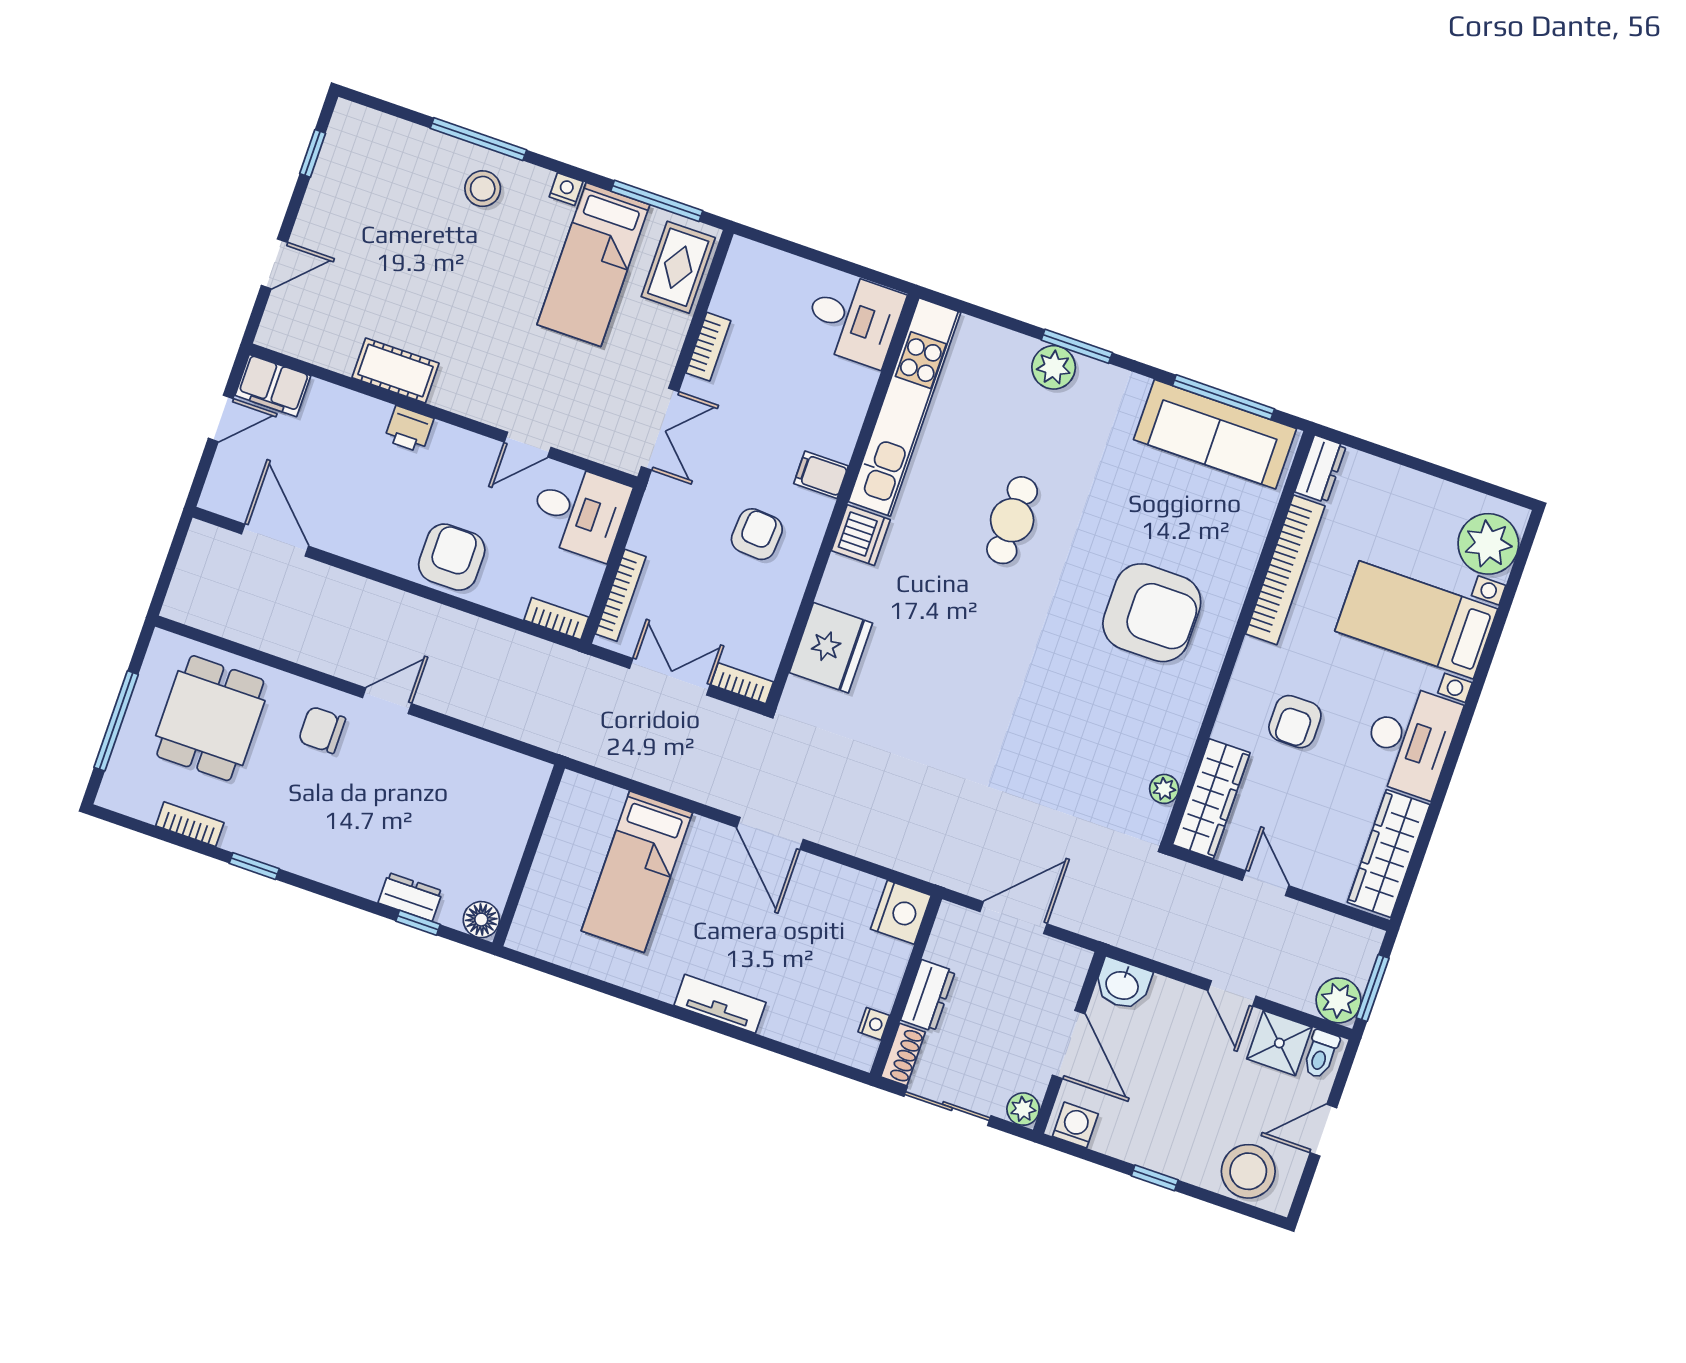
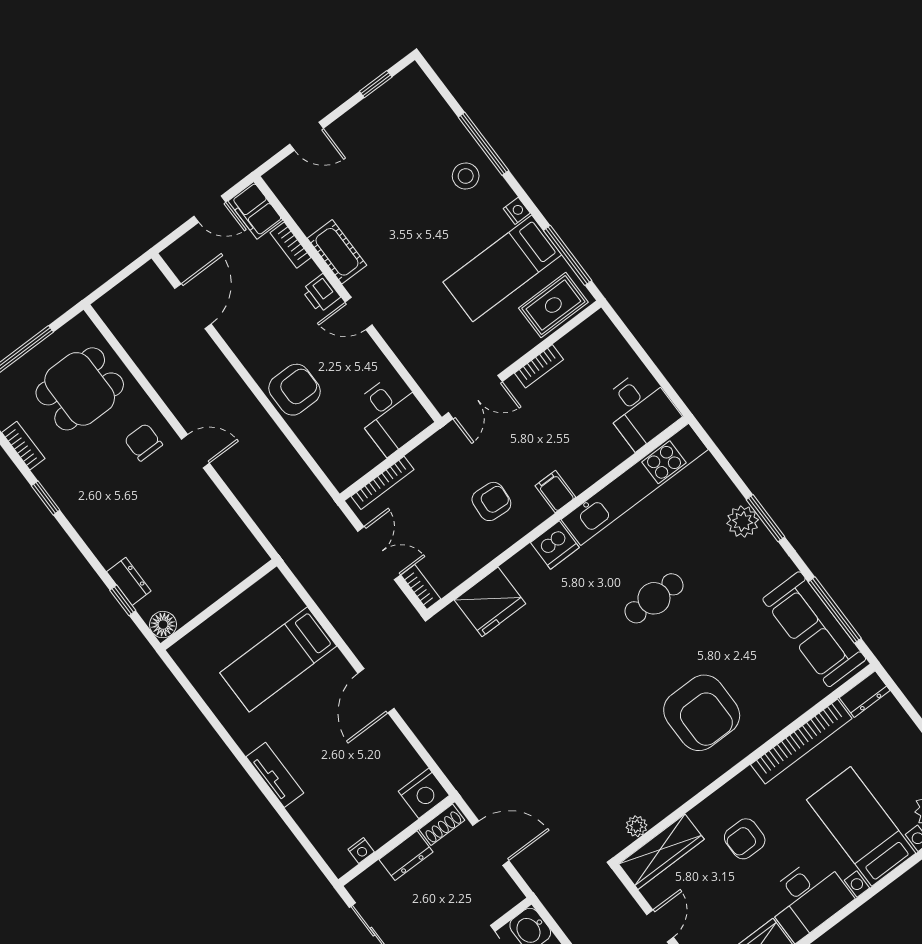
door: (528, 445) -> (359, 313), moved
bookcase: (556, 619) -> (291, 245), moved, turned 180
shoe rack: (903, 1054) -> (442, 825), moved

